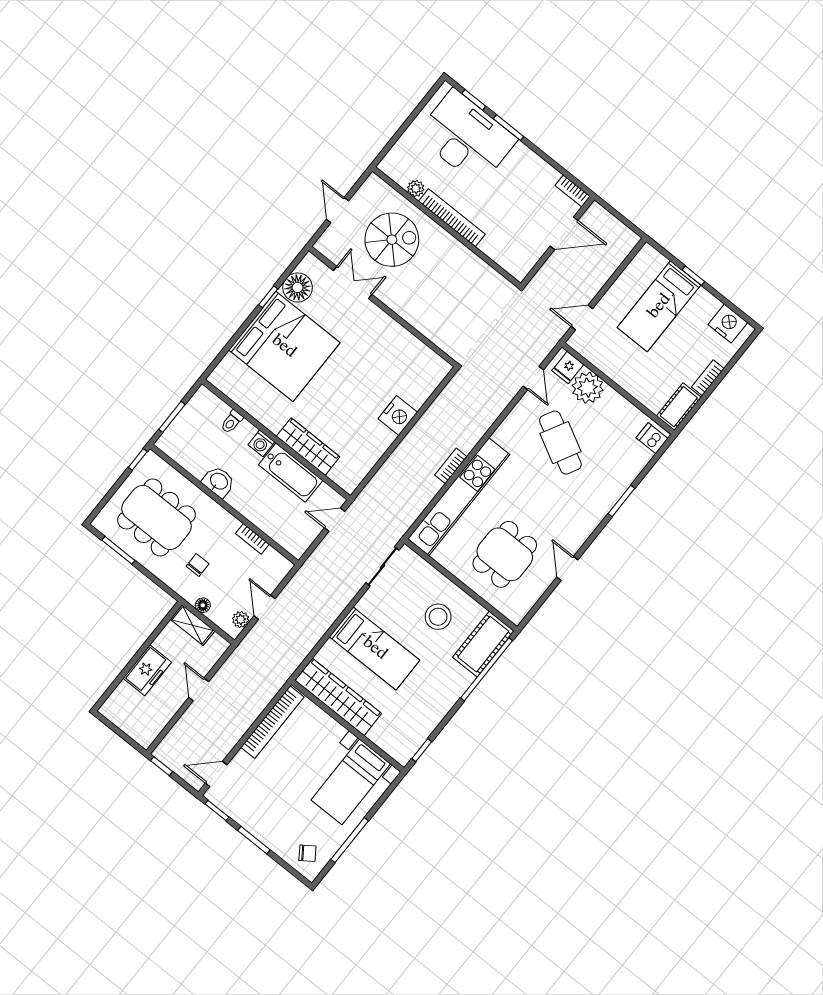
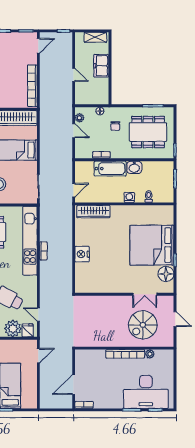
wardrobe: (308, 447) -> (93, 212), moved
bathtub: (291, 473) -> (110, 169), moved, turned 180
shelving: (192, 625) -> (95, 37), moved

